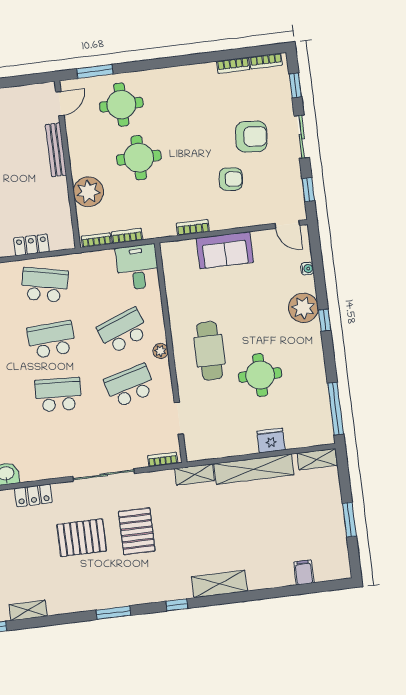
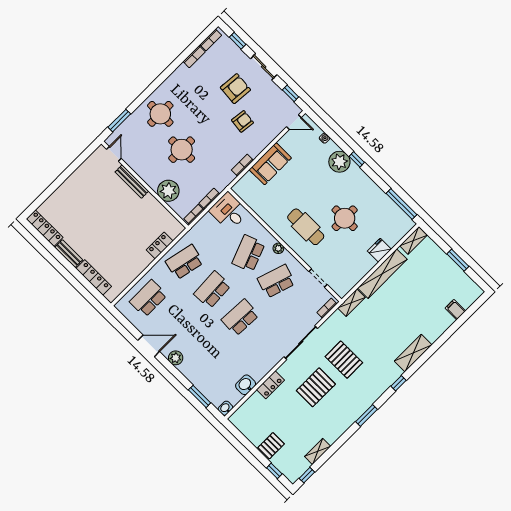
round table: (121, 105) -> (160, 114), moved
school desk: (130, 386) -> (276, 281), turned 33

